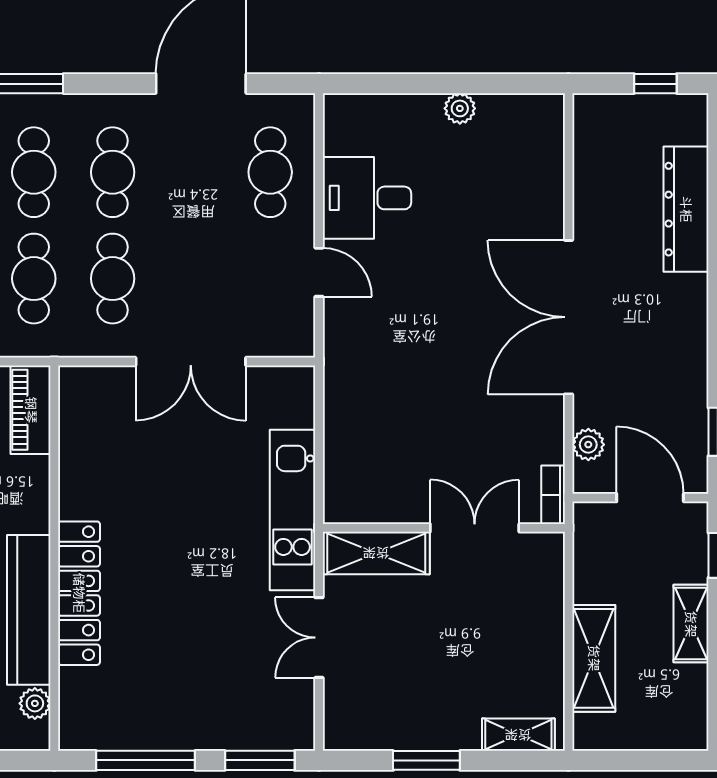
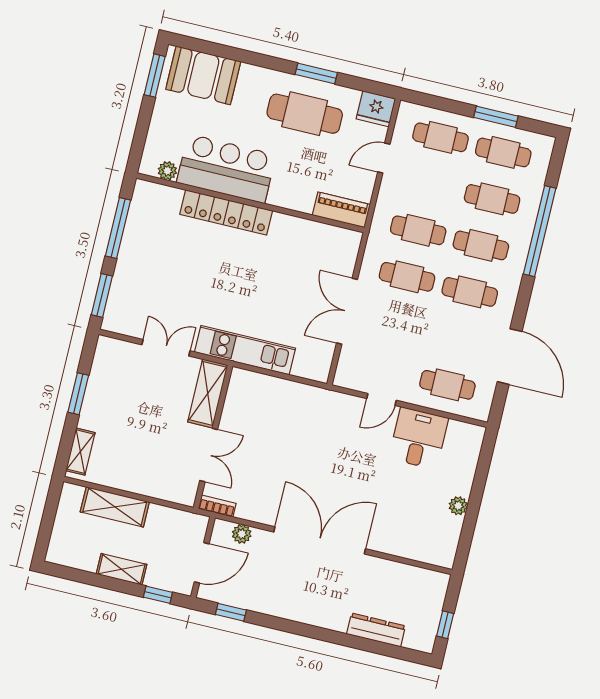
dresser: (686, 209) -> (376, 630), width x0.73, depth x0.80

